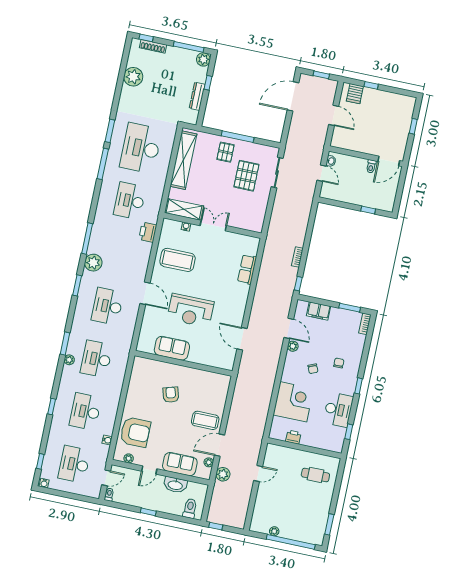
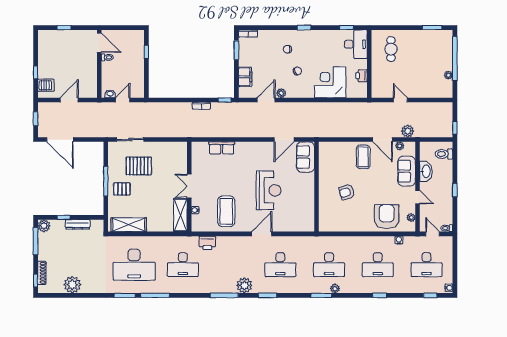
shelving: (183, 160) -> (129, 225), width x0.68
sofa: (172, 348) -> (305, 157), moved
desk: (338, 410) -> (356, 44), moved, turned 90

